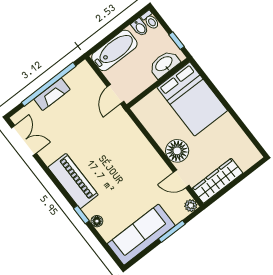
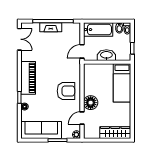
washbasin: (164, 64) -> (106, 55), moved
bed: (192, 99) -> (122, 83), width x0.67
armchair: (134, 160) -> (66, 91), added
door: (181, 179) -> (82, 118), hinge flipped
wardrobe: (217, 181) -> (115, 133), moved

